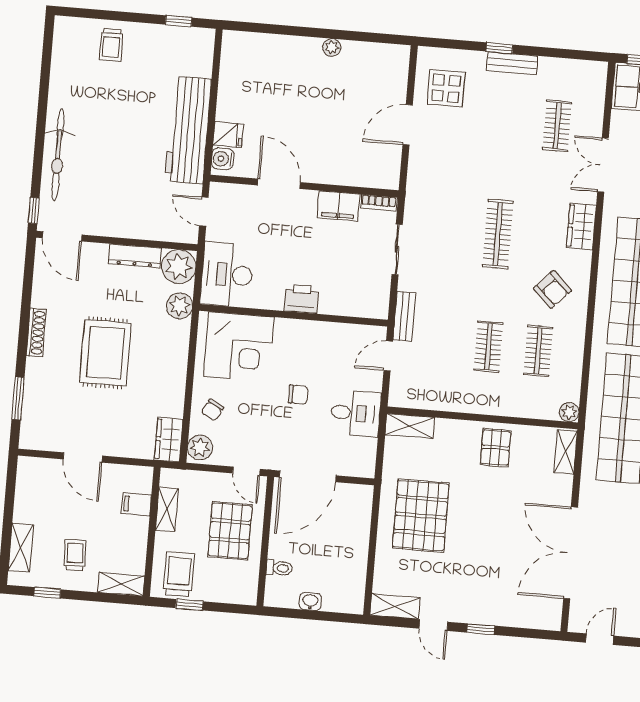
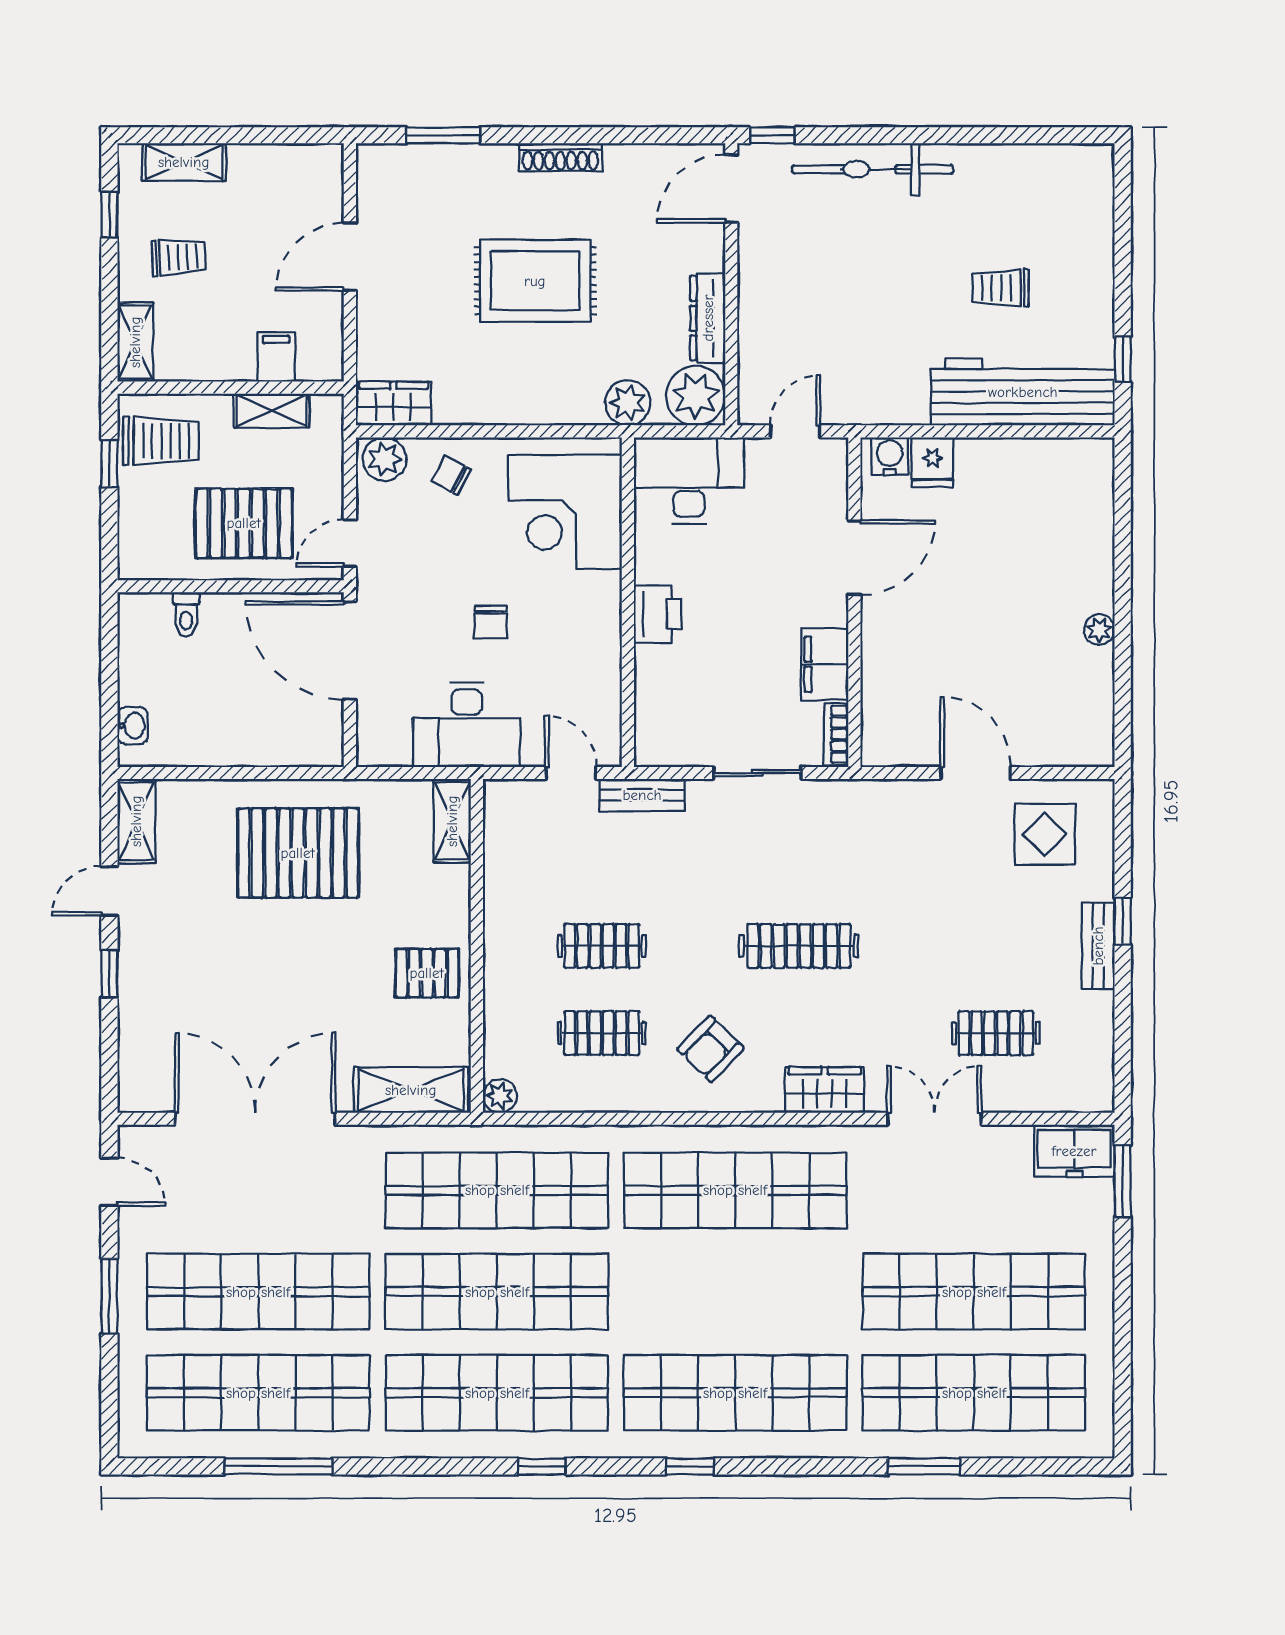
trolley: (111, 45) -> (1000, 288), moved
workbench: (188, 130) -> (1023, 392), moved
desk: (356, 413) -> (467, 725), width x1.37
shelving: (566, 452) -> (411, 1090), width x1.50, depth x1.33
washbasin: (310, 602) -> (133, 726), moved

